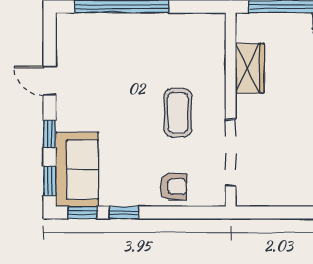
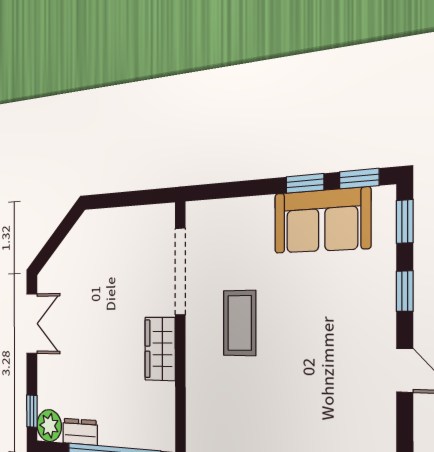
wardrobe: (250, 68) -> (160, 349), moved
sofa: (77, 170) -> (322, 221), moved, turned -90
armchair: (174, 187) -> (244, 224), removed

